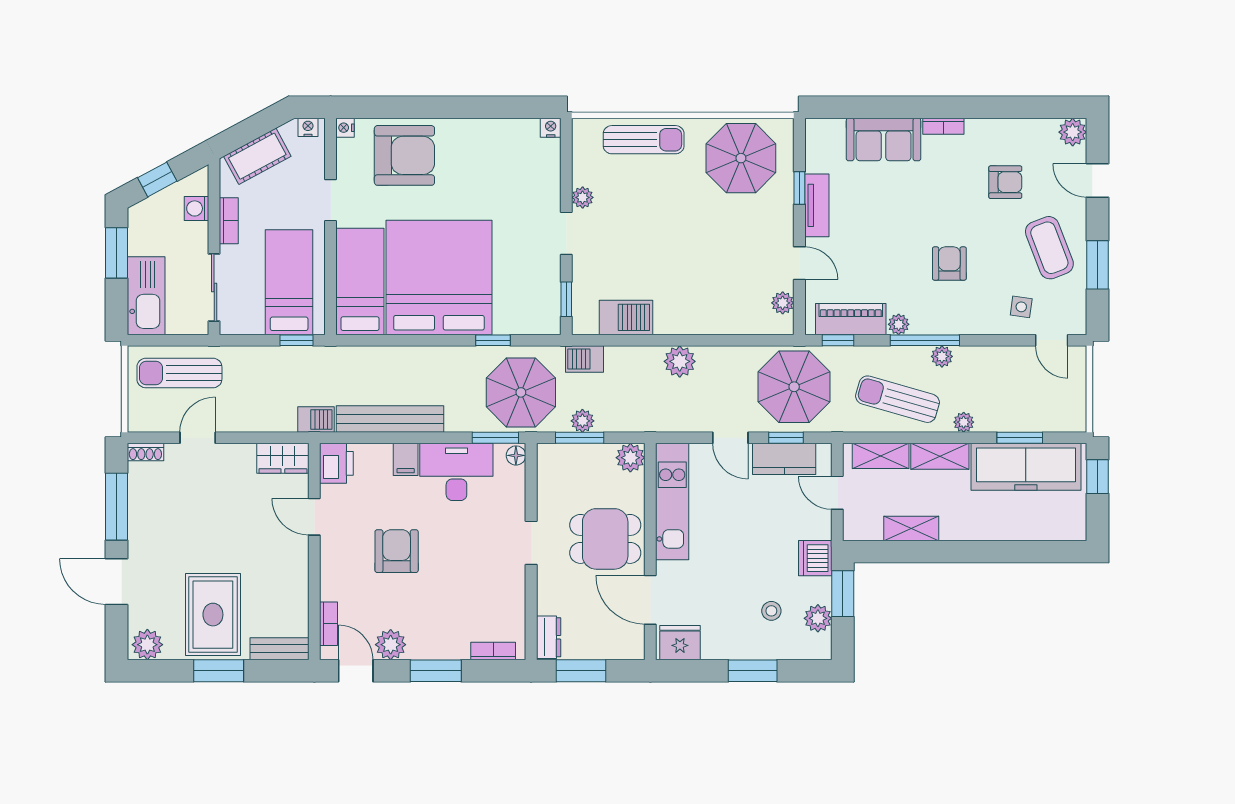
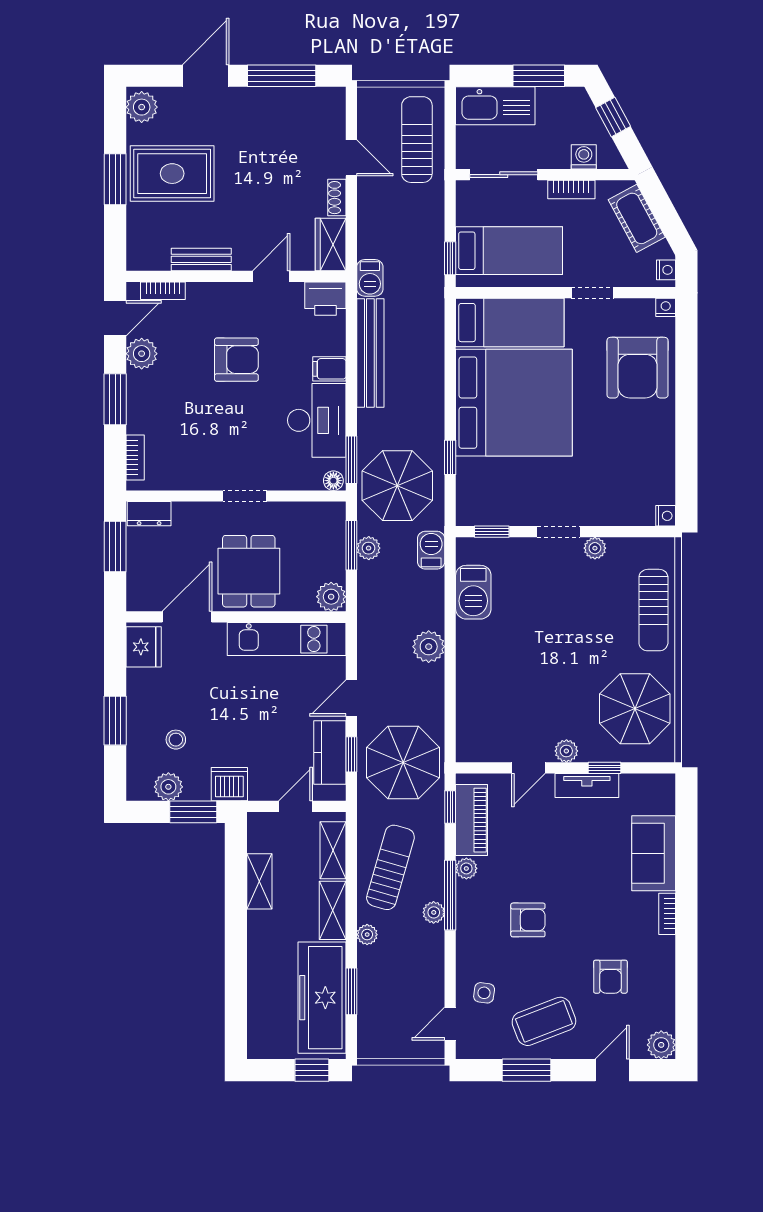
plant: (783, 303) -> (566, 751), moved
shoe rack: (145, 452) -> (337, 198), moved
bench: (279, 649) -> (201, 259), moved, turned 90

